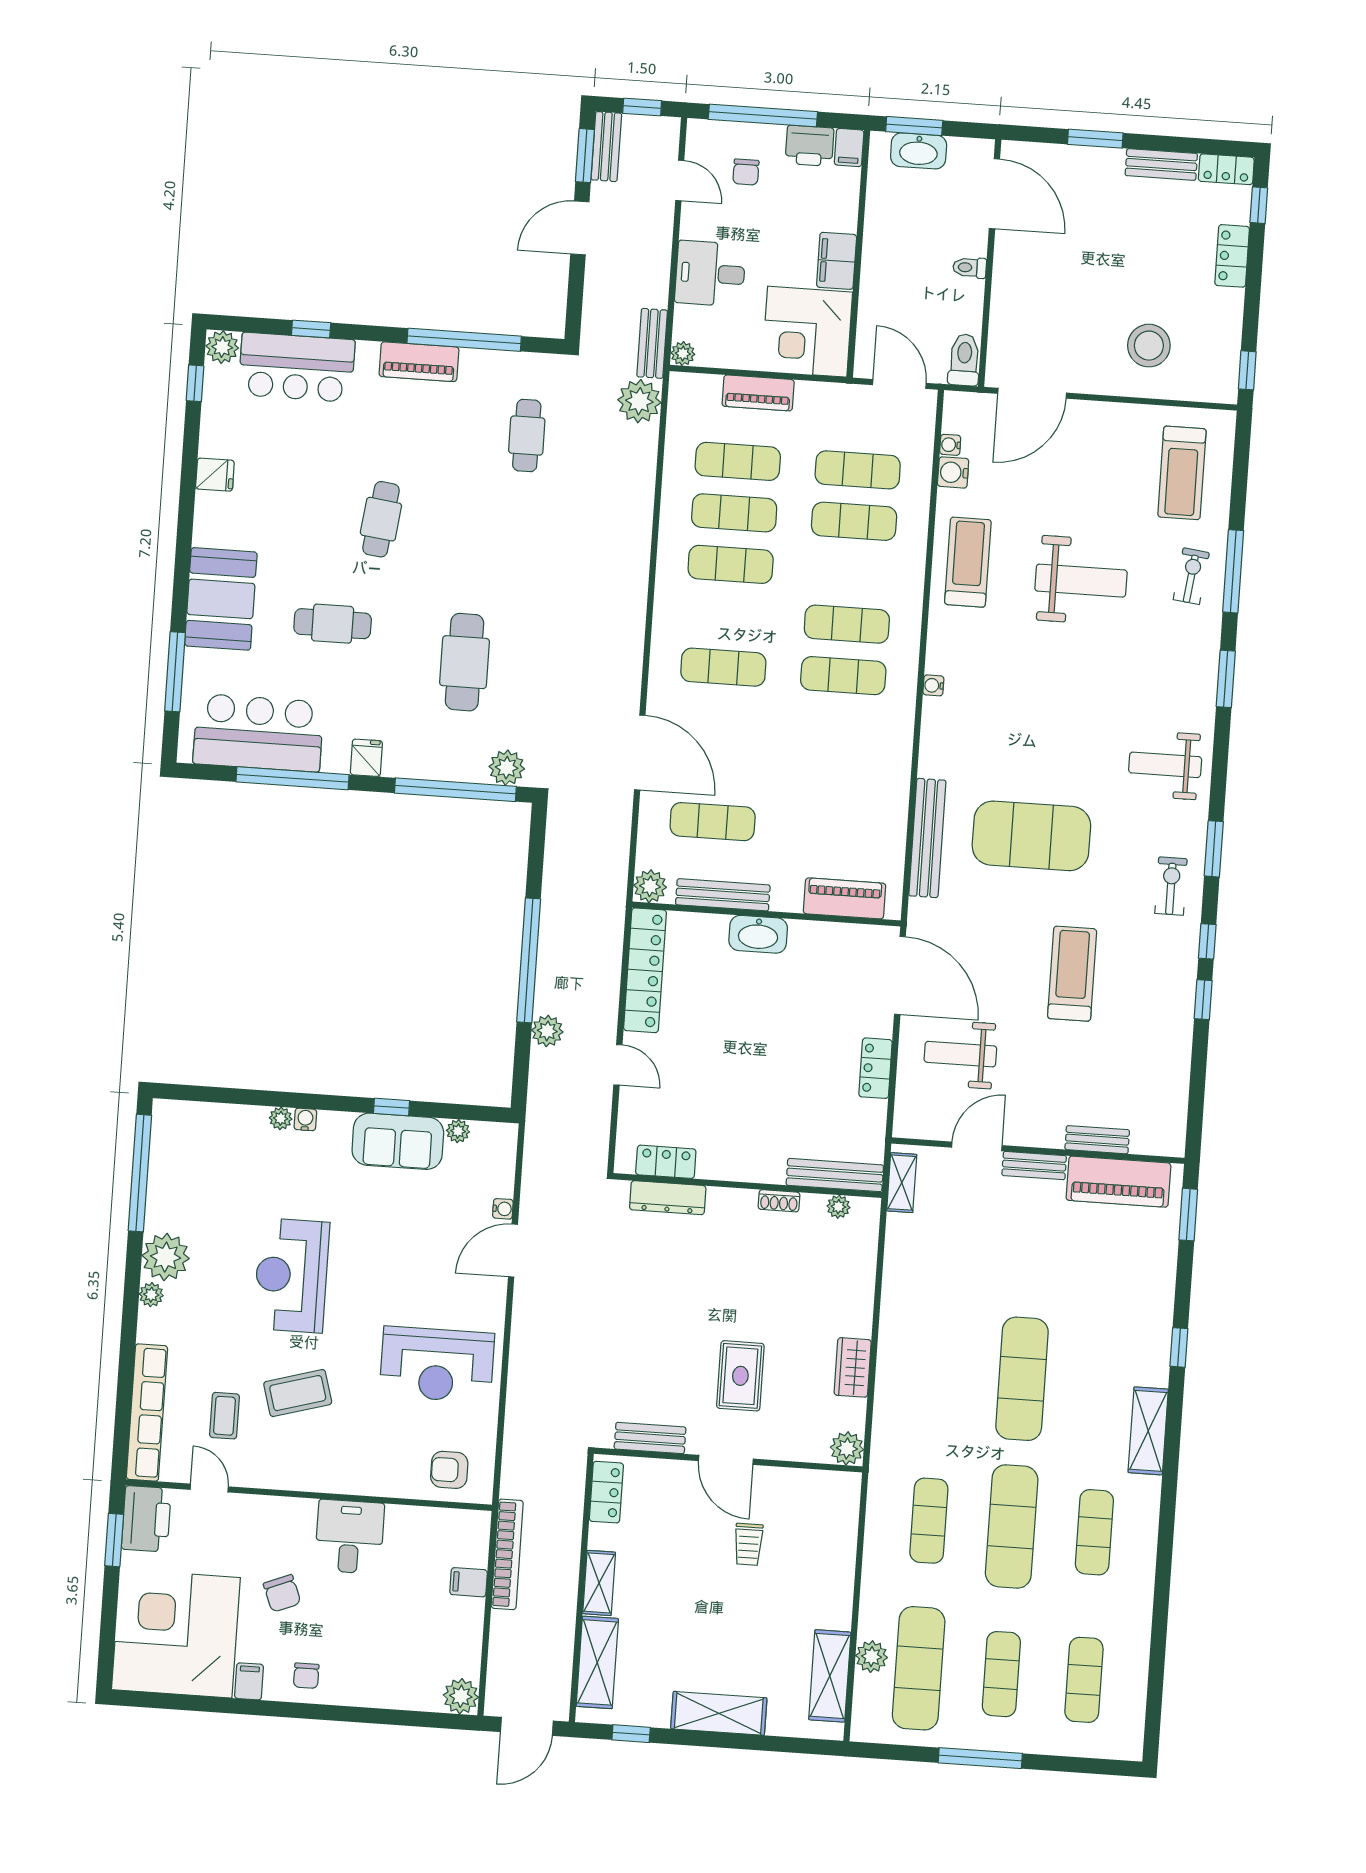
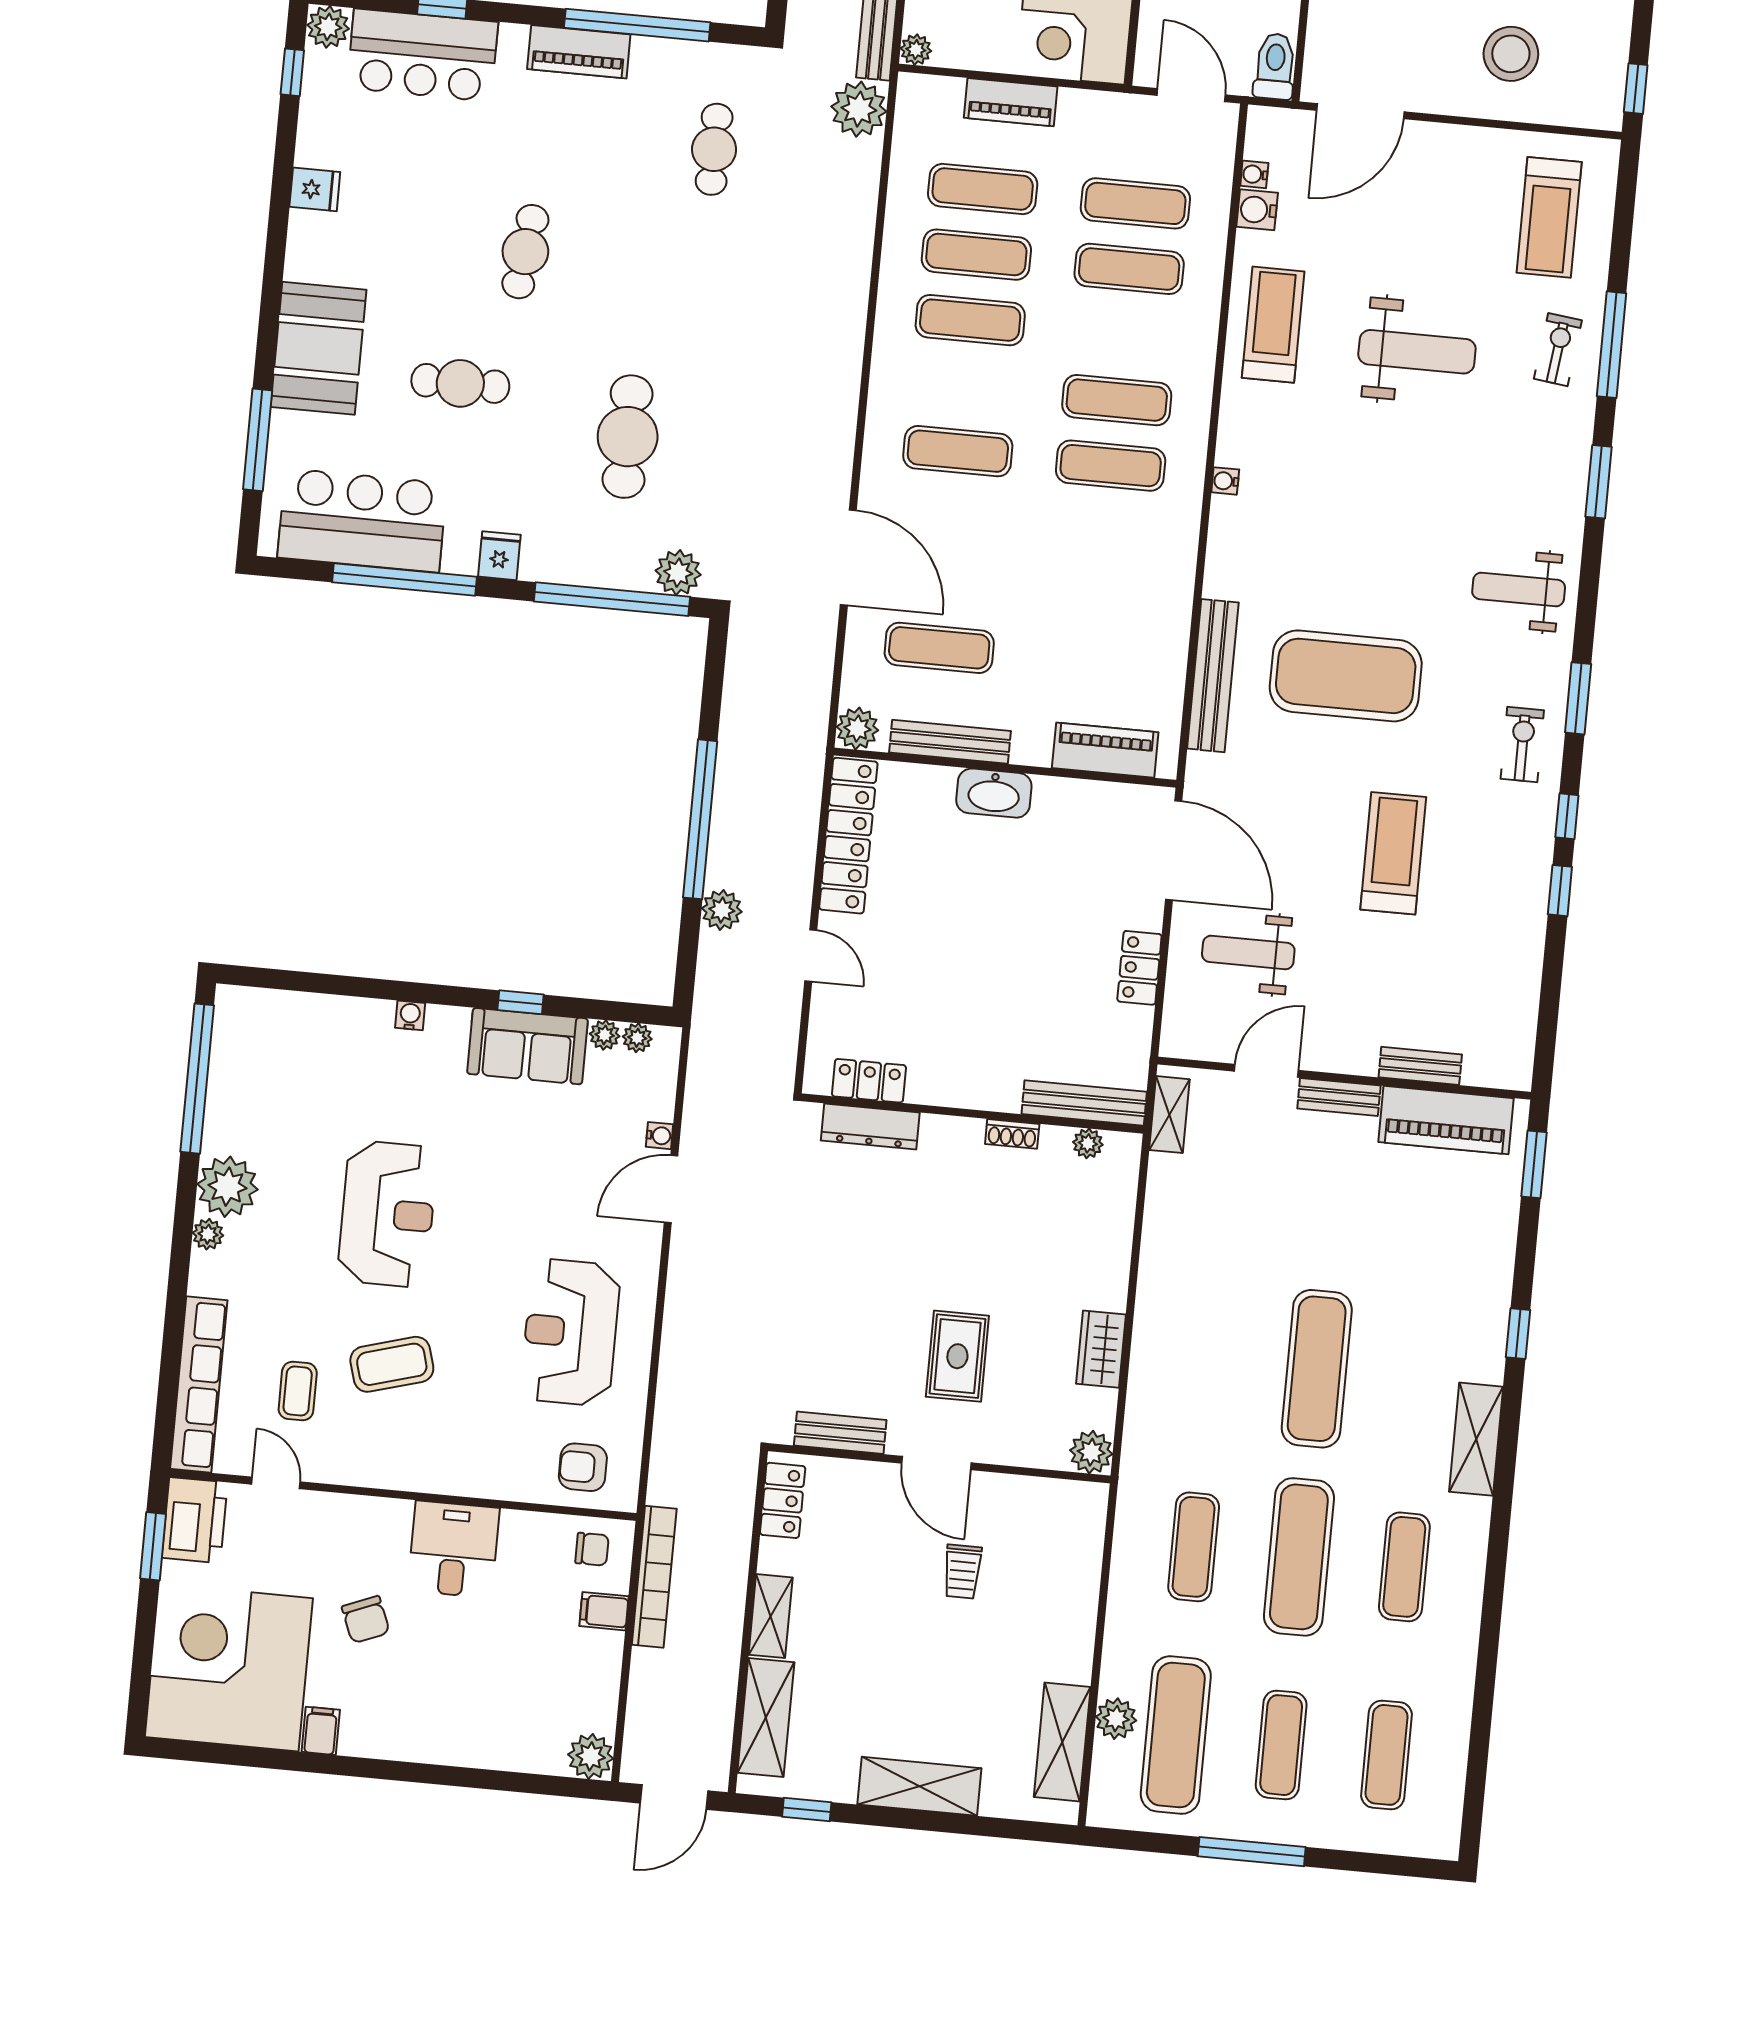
plant: (281, 1118) -> (637, 1038), moved
reception desk: (291, 1275) -> (387, 1214), turned 180
reception desk: (437, 1365) -> (571, 1332), turned 90
chair: (306, 1676) -> (592, 1549), moved, turned -90

